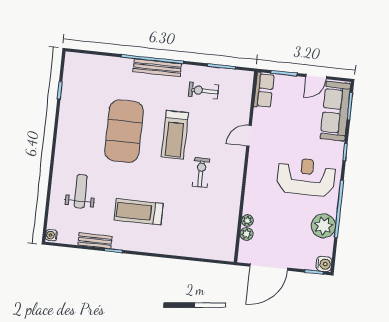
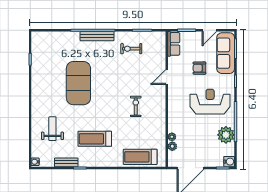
armchair: (296, 128) -> (199, 68), added
treadmill: (175, 135) -> (140, 157), moved, turned 90

